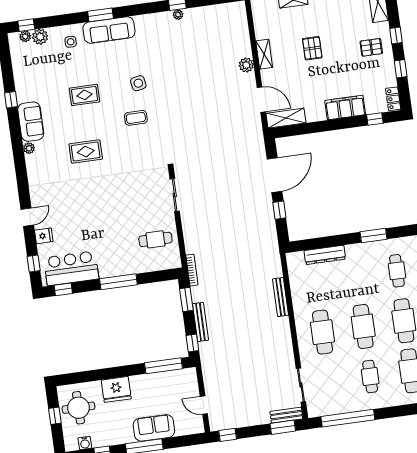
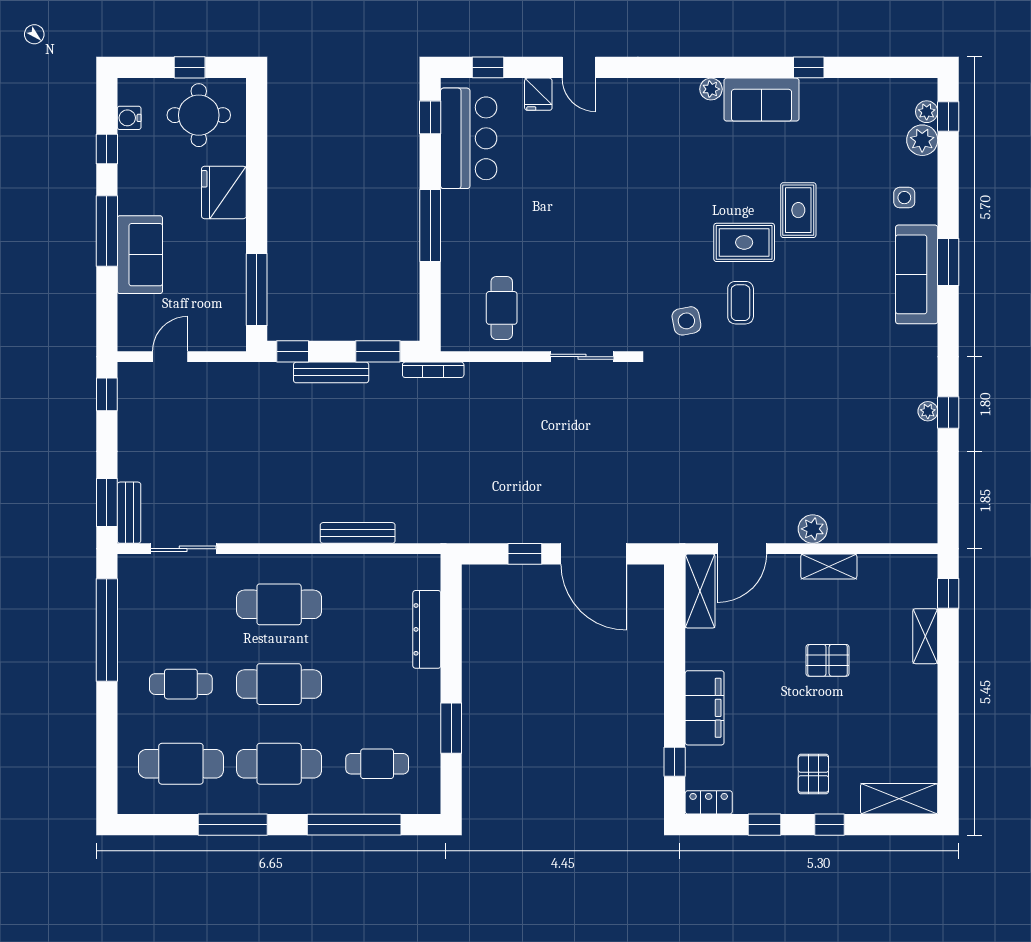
side table: (138, 83) -> (686, 321), moved
rug: (86, 152) -> (744, 242), moved, turned 90

